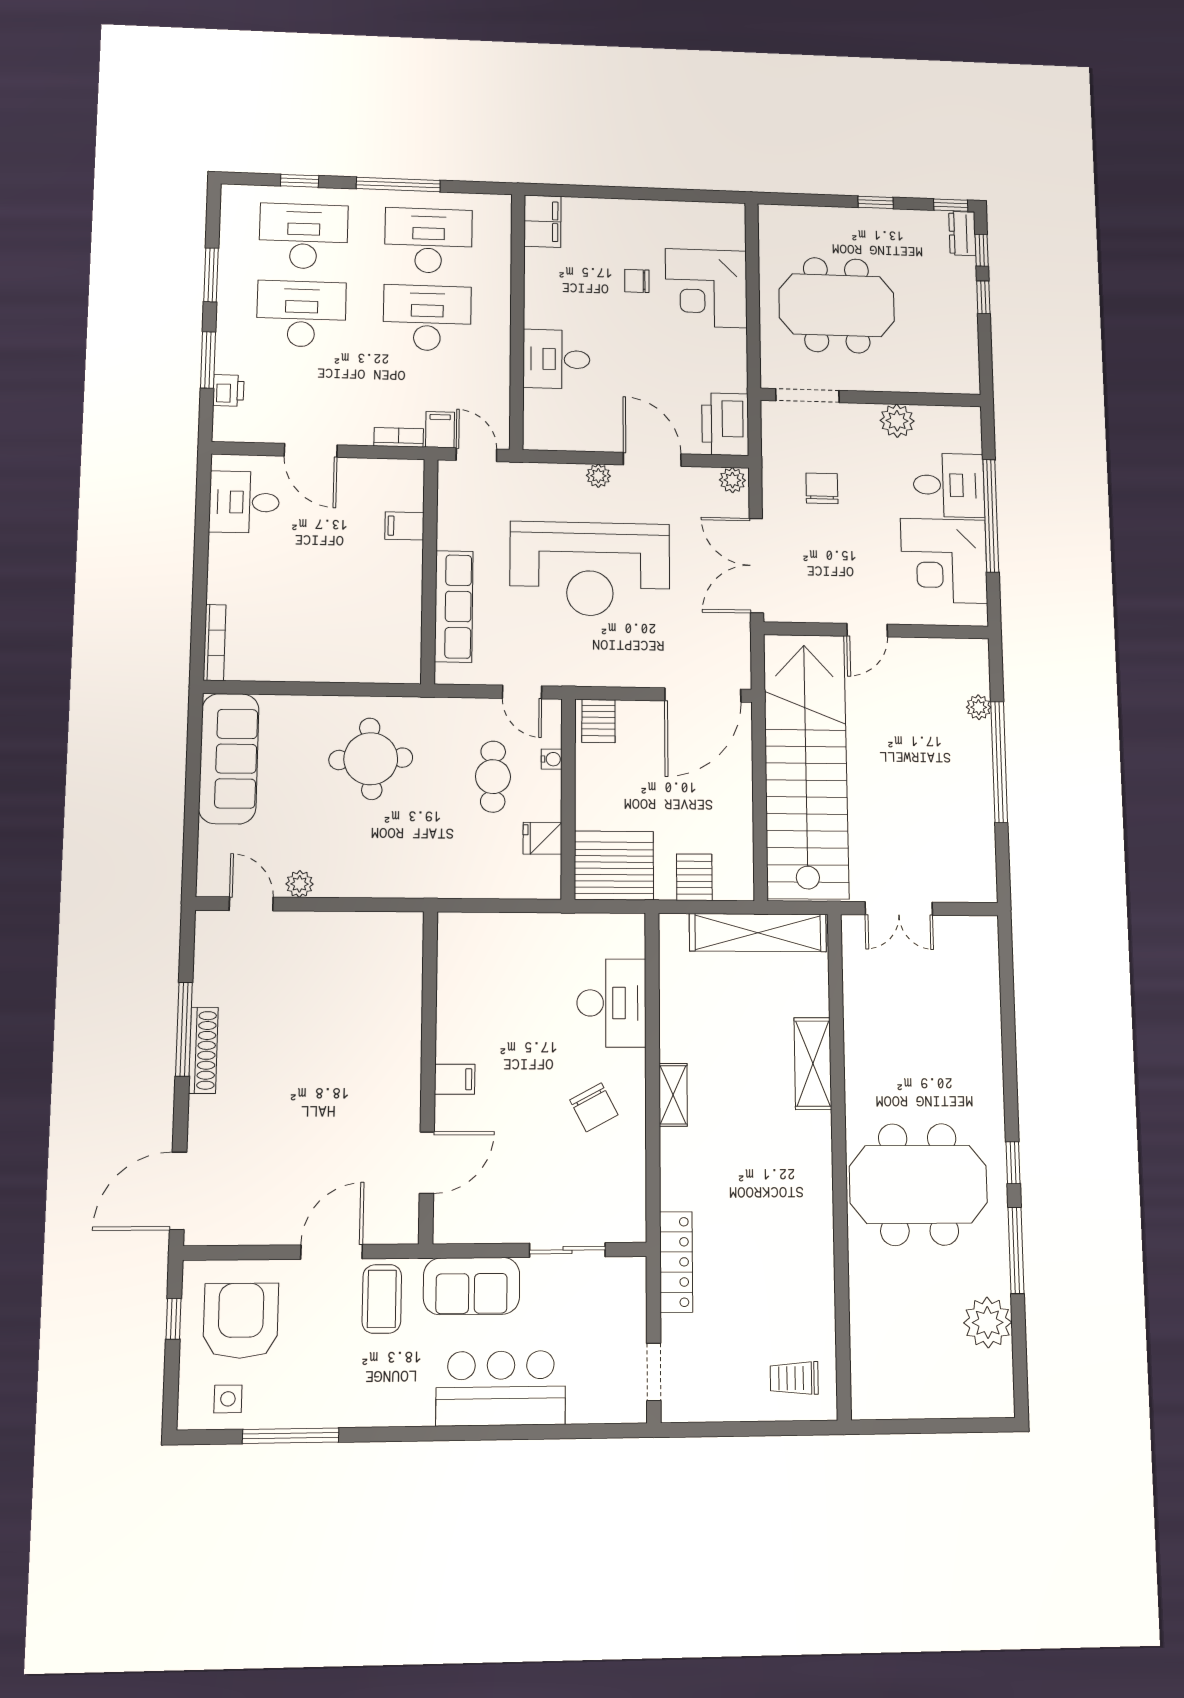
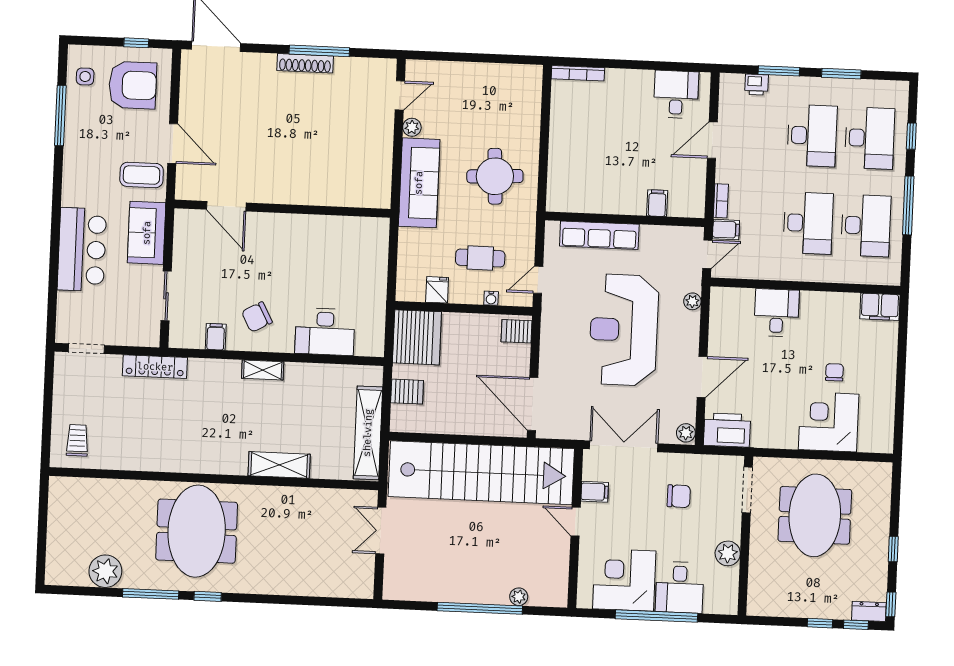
plant: (598, 476) -> (692, 301), moved
filing cabinet: (823, 605) -> (595, 492), added
sofa: (229, 759) -> (419, 183), moved, turned -90
filing cabinet: (455, 1079) -> (216, 337), moved, turned 180

